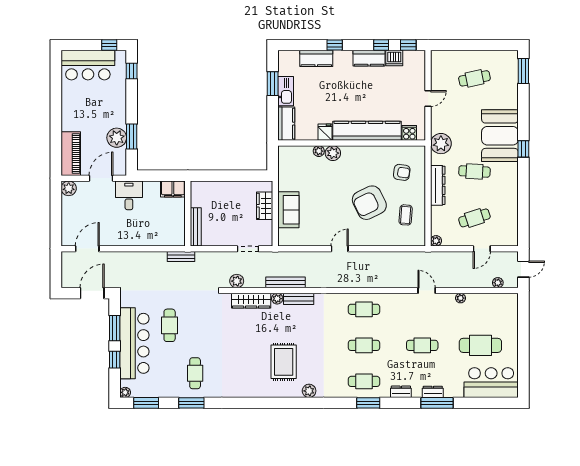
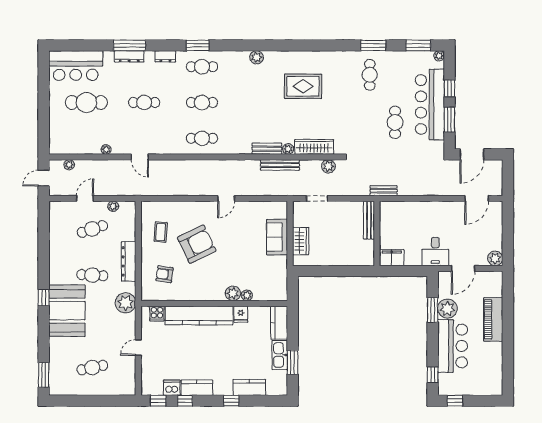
bar counter: (88, 65) -> (453, 346), moved, turned 90
piano: (71, 154) -> (493, 319), moved
plant: (436, 241) -> (113, 206), moved
rug: (284, 362) -> (303, 86), moved, turned 90
dresser: (433, 392) -> (129, 56), width x1.44

